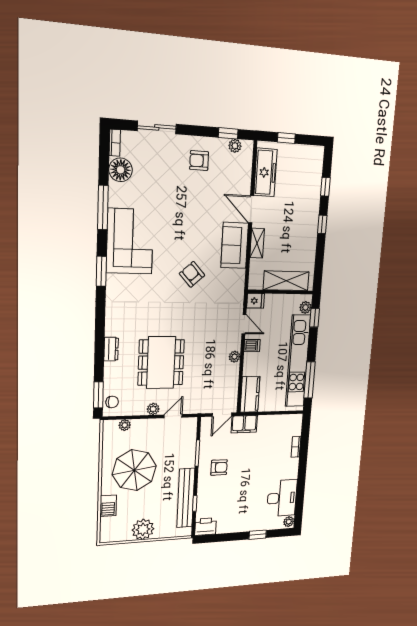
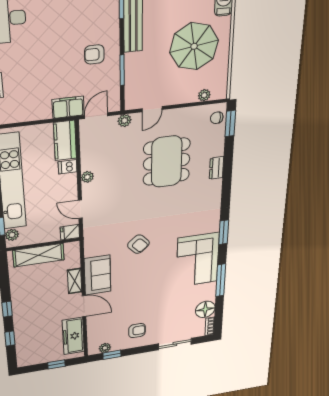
dishwasher: (252, 346) -> (68, 167), moved
plant: (153, 409) -> (124, 121), moved

